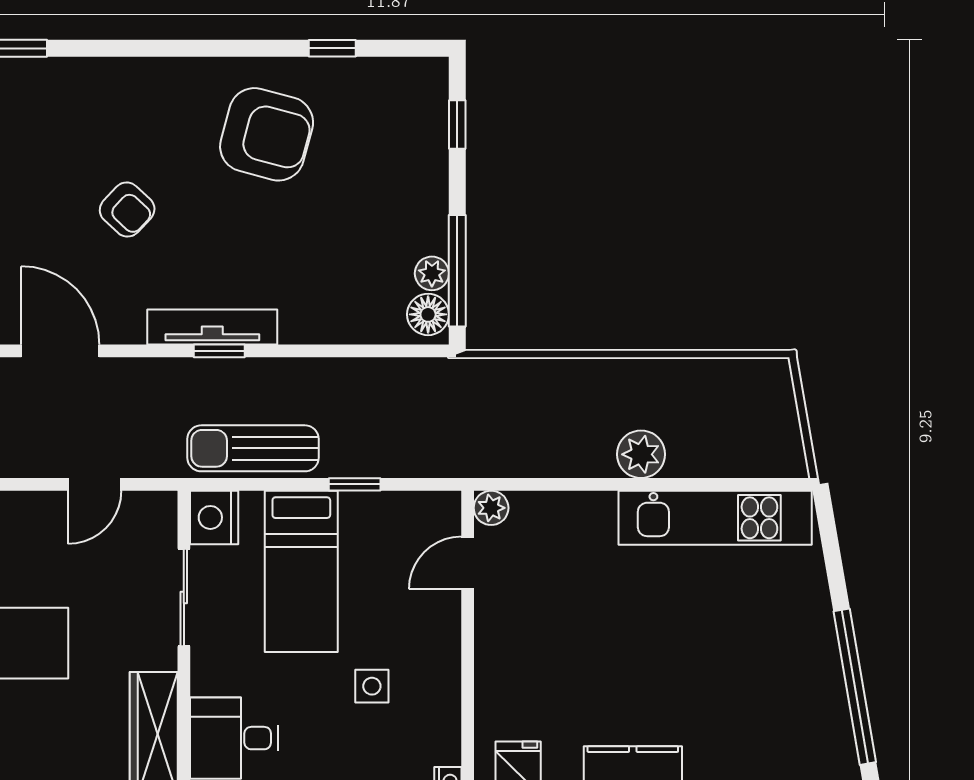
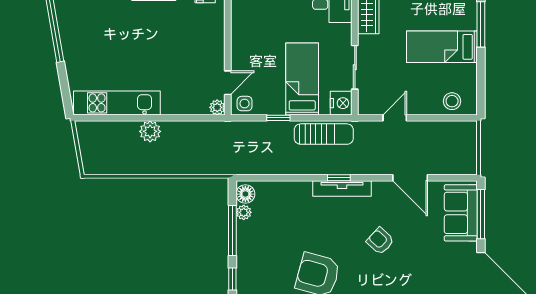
window: (457, 271) -> (232, 230), moved
side table: (372, 686) -> (245, 104), moved

